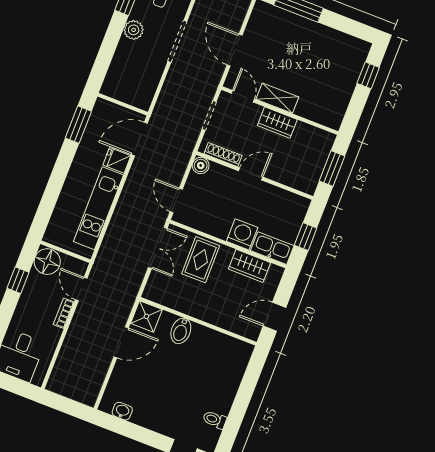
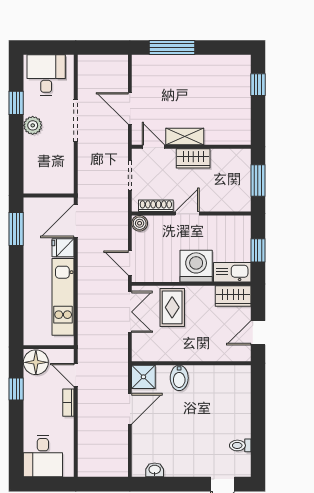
washing machine: (242, 234) -> (196, 266), width x1.37, depth x1.37
wardrobe: (250, 266) -> (233, 296), moved

